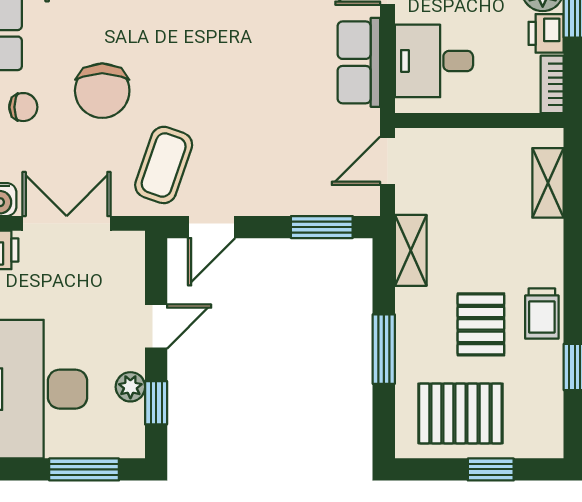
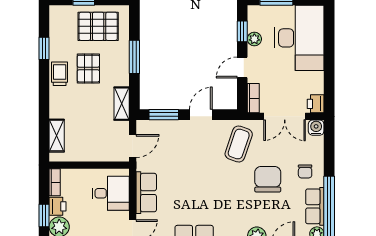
chair: (23, 107) -> (305, 171), turned -90
door: (212, 227) -> (201, 115), moved
bookcase: (133, 262) -> (253, 98), added

